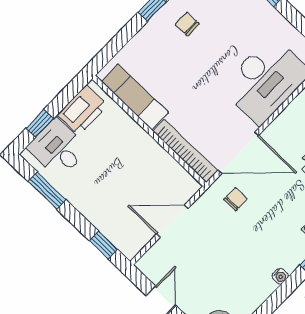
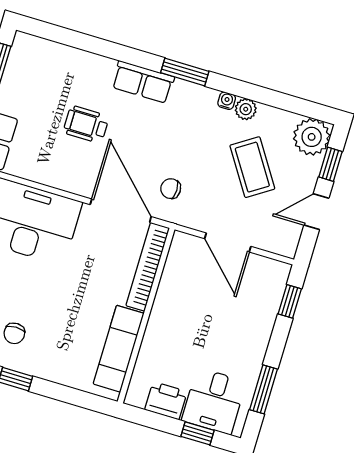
printer: (83, 110) -> (166, 401), width x0.73, depth x0.84
coffee table: (220, 269) -> (252, 167), added
plant: (266, 287) -> (246, 109), added

